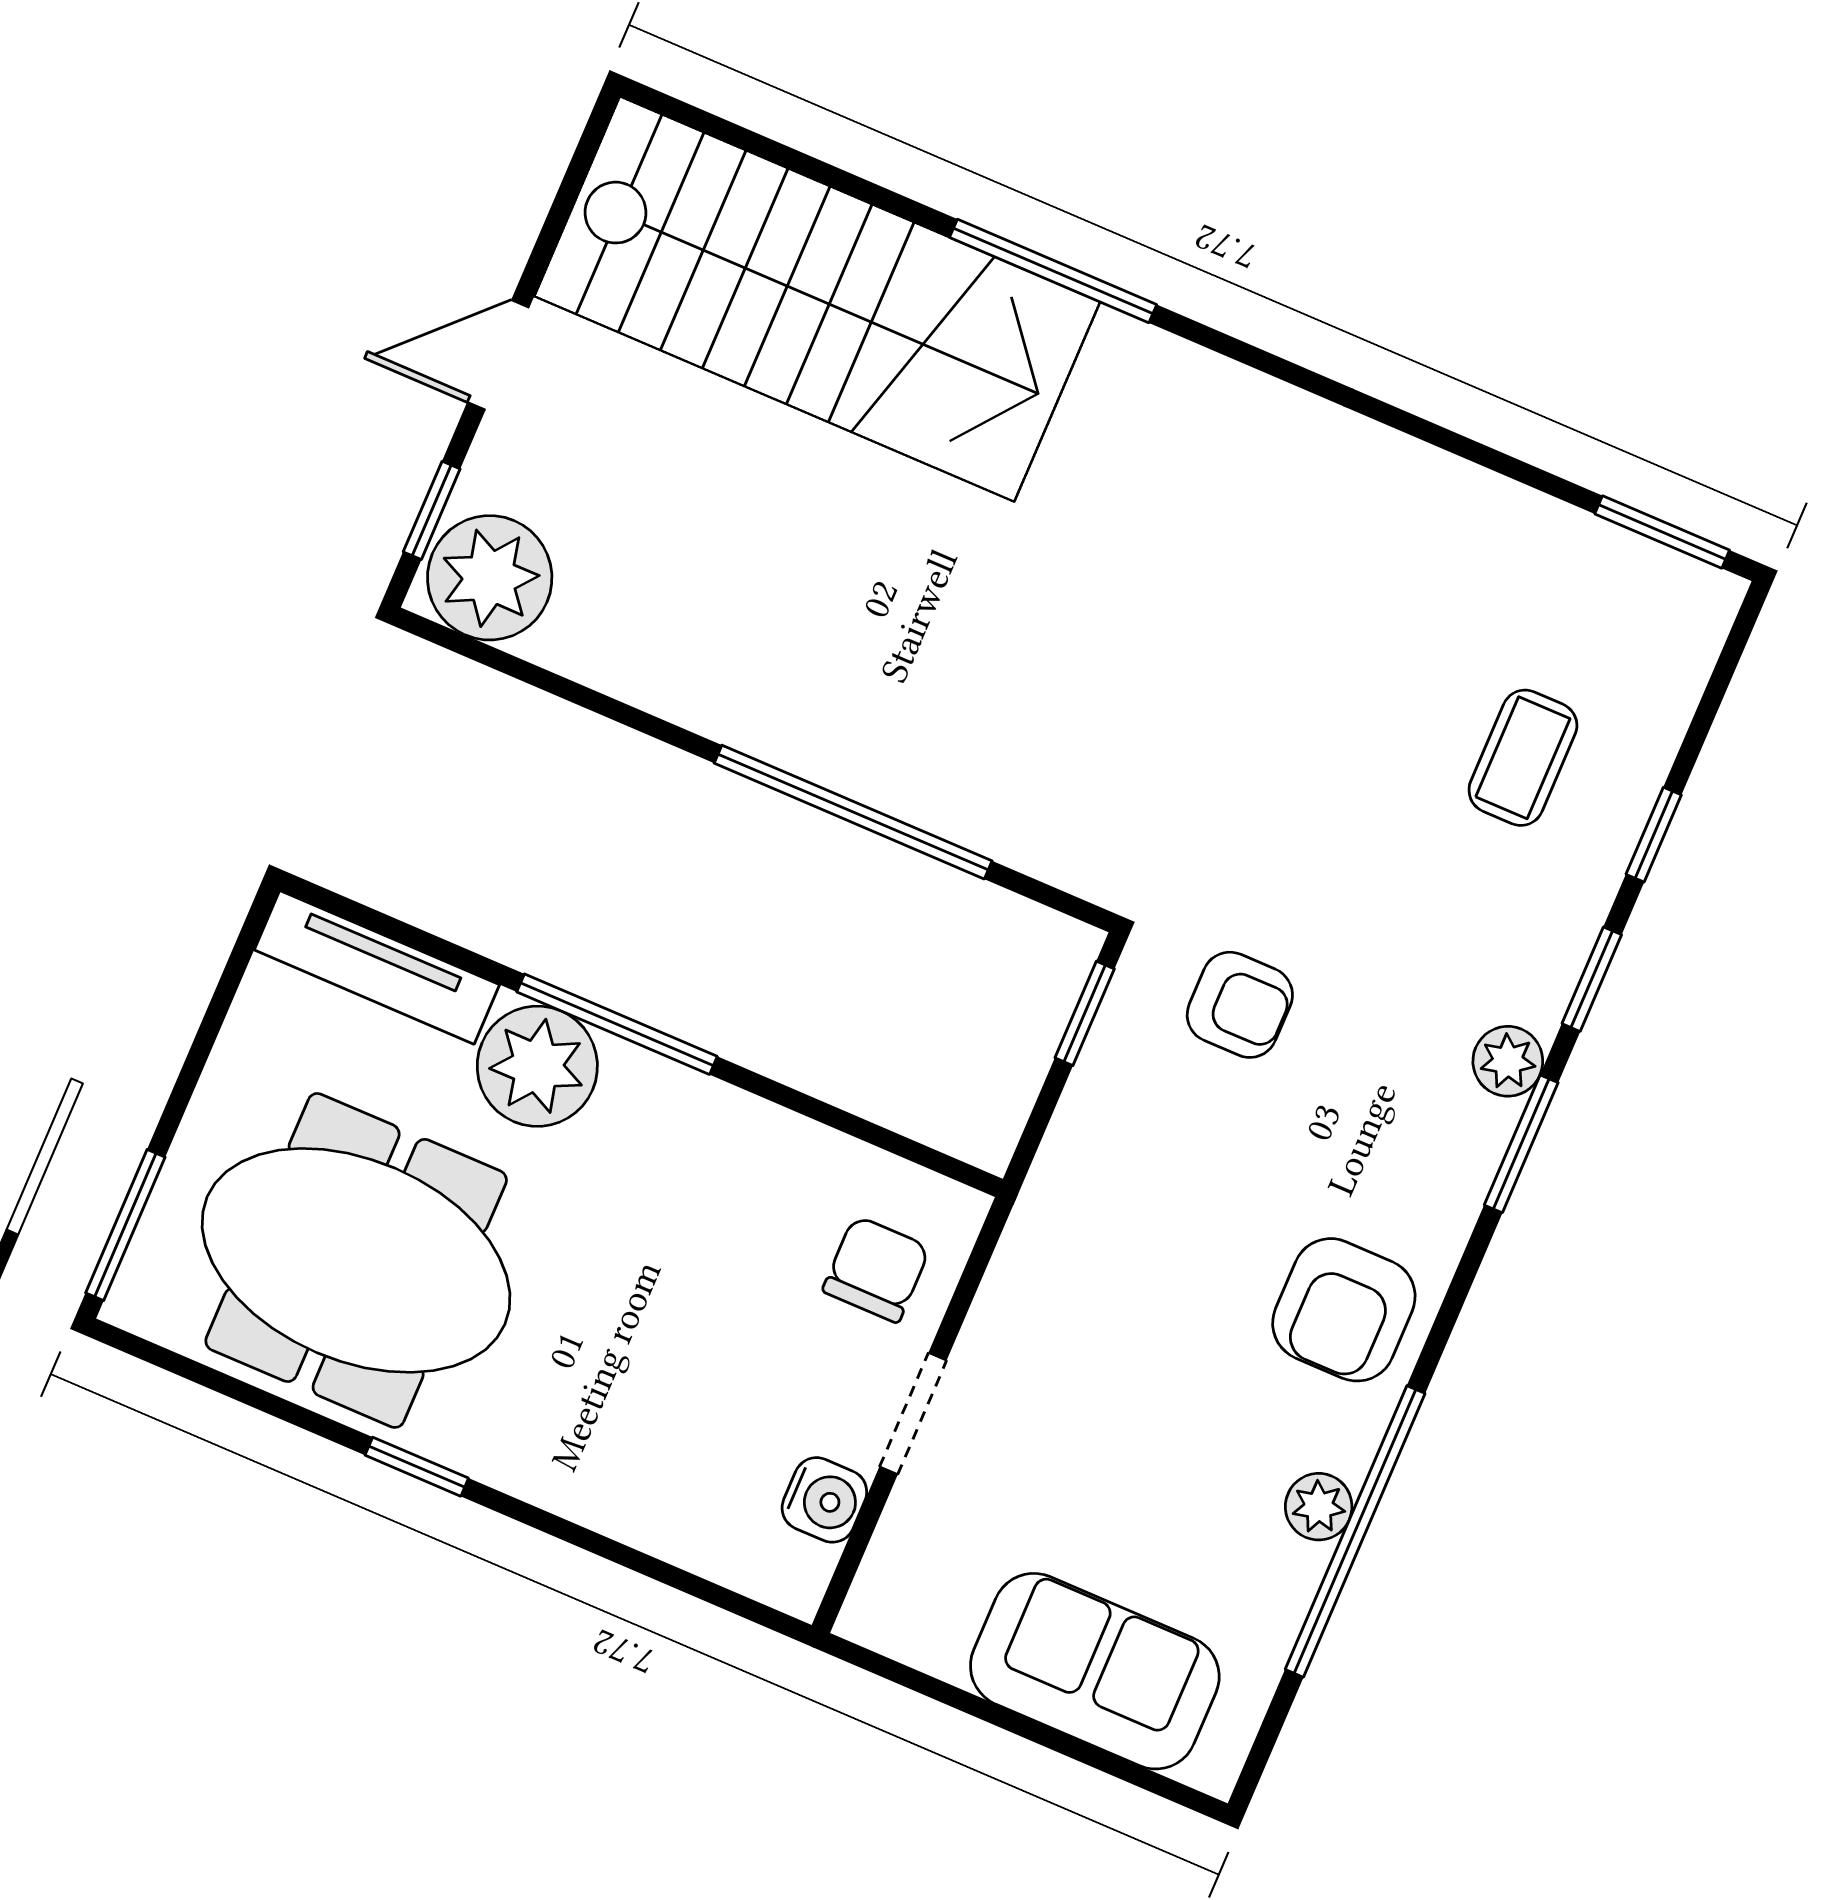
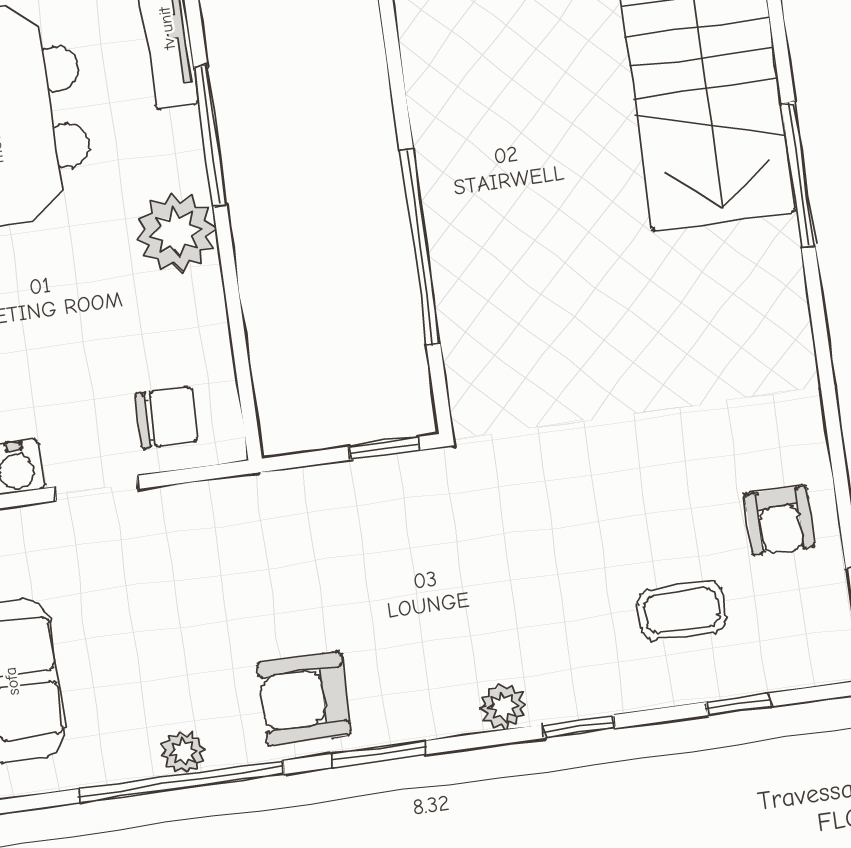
window: (1654, 835) -> (738, 704), moved
armchair: (1240, 1005) -> (780, 520), moved
window: (617, 1024) -> (210, 136), moved
plant: (537, 1066) -> (176, 232), moved
window: (1521, 1144) -> (379, 754), moved

